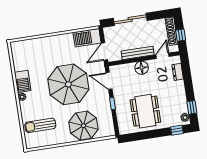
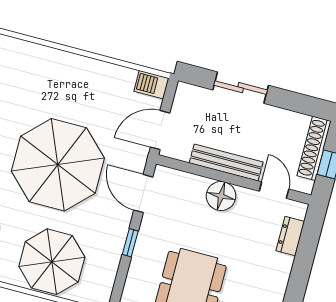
sliding door: (130, 19) -> (241, 88), width x0.73
barbecue: (87, 38) -> (151, 85), width x0.53, depth x0.65
door: (163, 56) -> (274, 190), hinge flipped

